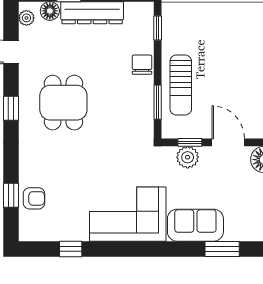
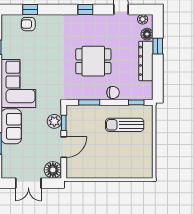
sun lounger: (181, 85) -> (125, 125), moved
dining table: (63, 103) -> (93, 61), moved
armchair: (34, 198) -> (28, 24), turned 90

